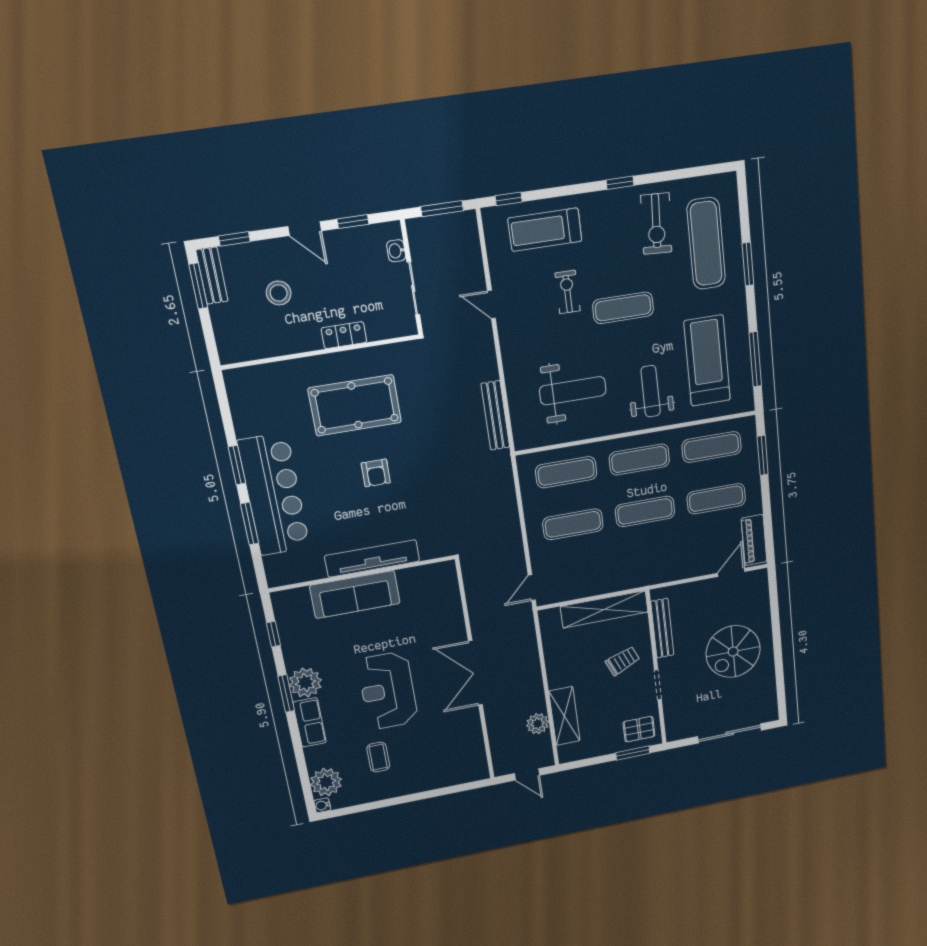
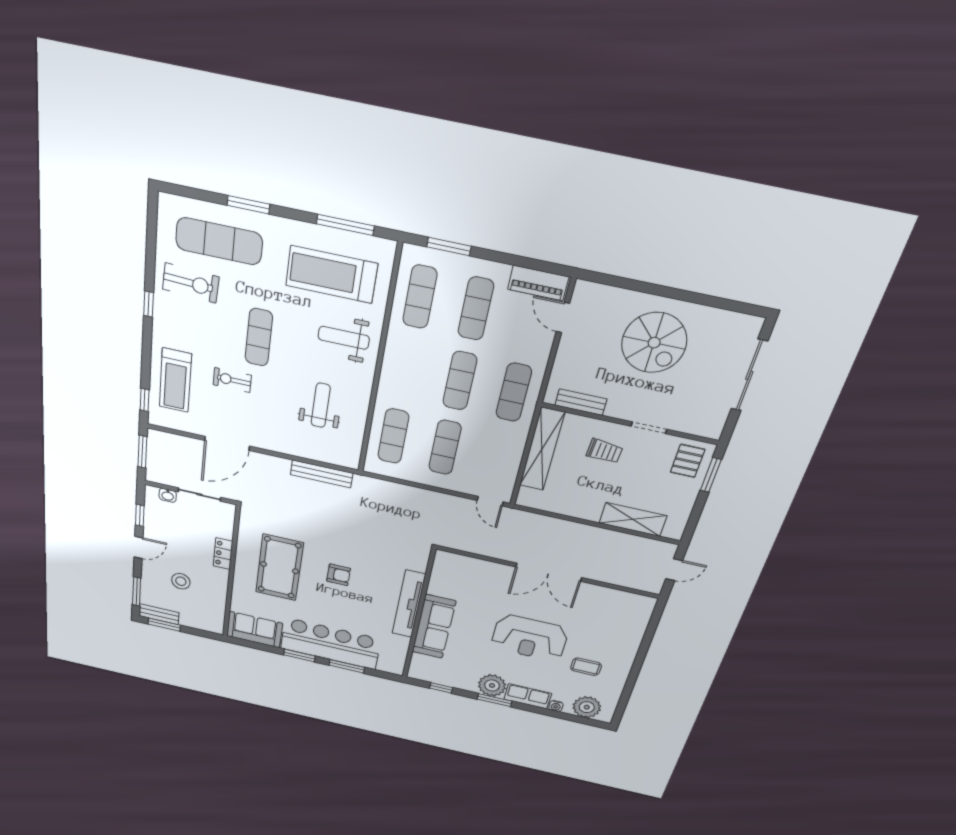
window: (234, 239) -> (137, 591), width x1.50
door: (491, 304) -> (227, 443), width x1.87
weight bench: (573, 391) -> (321, 405), width x0.73, depth x0.75
sofa: (249, 401) -> (255, 630), added
exercise mat: (639, 459) -> (514, 392), moved
bench: (662, 628) -> (581, 402), width x0.73
trolley: (623, 661) -> (604, 451), turned 117
plant: (538, 724) -> (627, 543), removed
water cooler: (322, 805) -> (556, 706), moved

